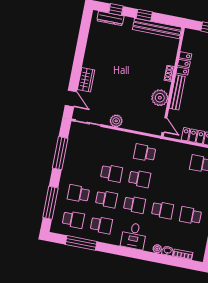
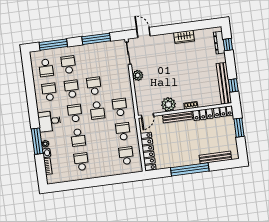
window: (144, 15) -> (233, 85), moved
locker: (188, 40) -> (223, 112), added
wardrobe: (86, 80) -> (184, 37), moved
door: (71, 99) -> (143, 33), swing flipped
school desk: (173, 158) -> (123, 131), added
school desk: (112, 173) -> (94, 86), turned 180
school desk: (106, 199) -> (72, 89), turned 180
school desk: (134, 205) -> (75, 113), turned 180
school desk: (101, 225) -> (49, 92), turned 180
window: (81, 243) -> (37, 141), moved

